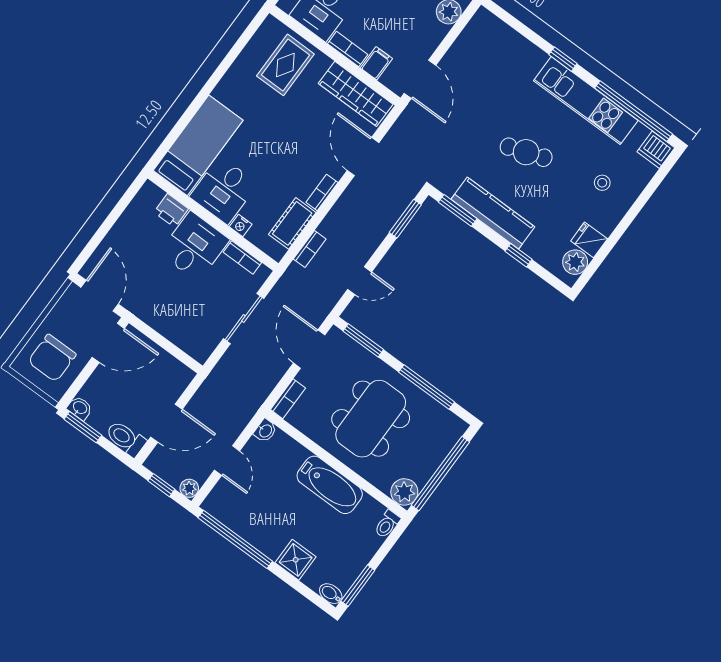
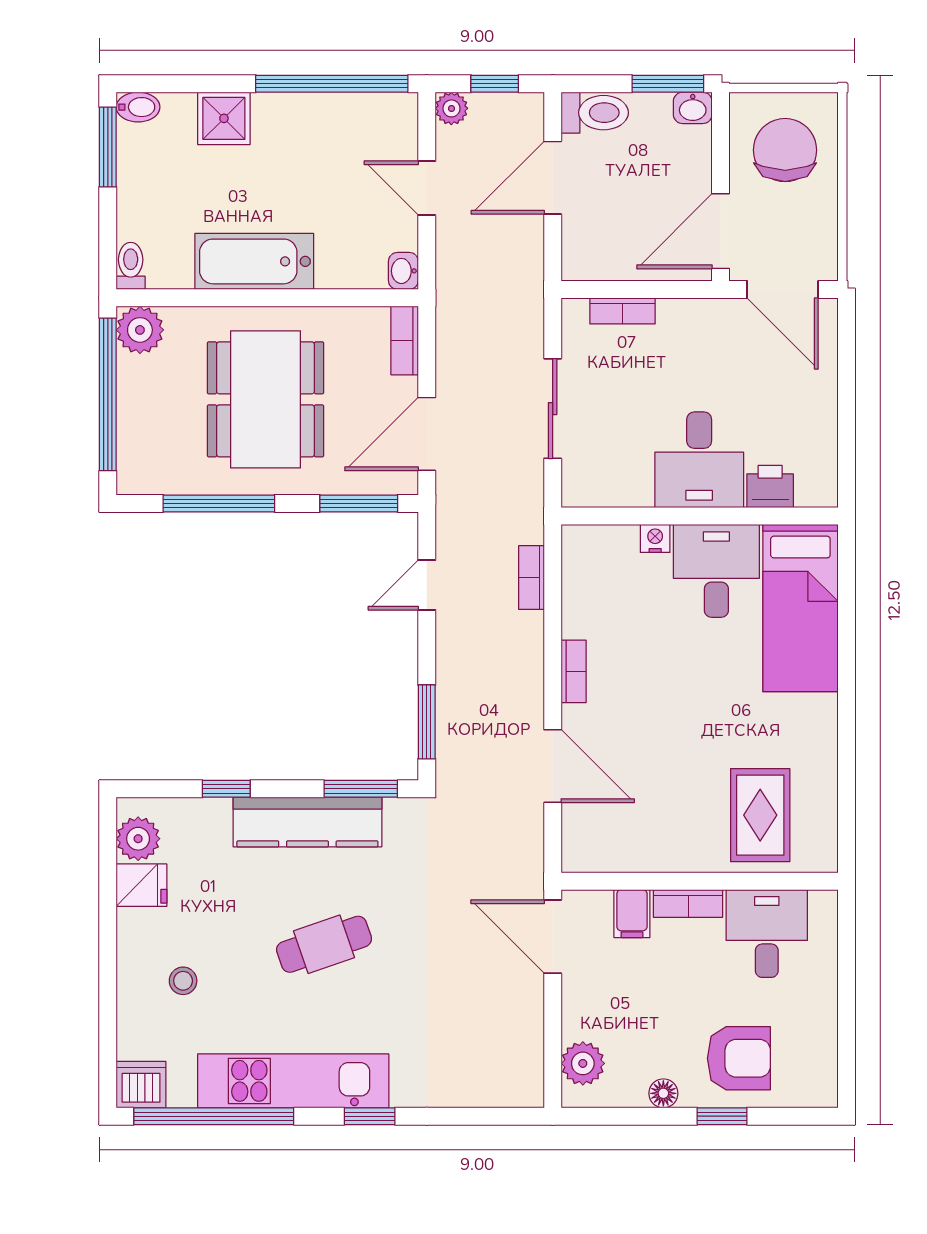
wardrobe: (356, 94) -> (629, 848), removed
cot: (292, 223) -> (583, 596), removed
bookcase: (242, 257) -> (622, 311), moved, turned 180
door: (309, 349) -> (427, 434), swing flipped

